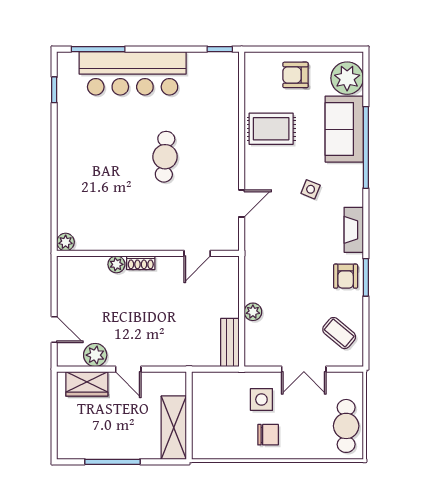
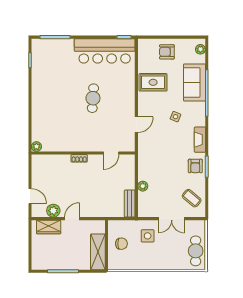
bar counter: (133, 73) -> (105, 51), moved
plant: (347, 78) -> (200, 49), width x0.53, depth x0.53
plant: (116, 264) -> (65, 159), removed
door: (128, 369) -> (72, 219), swing flipped
chair: (268, 435) -> (121, 244), moved

